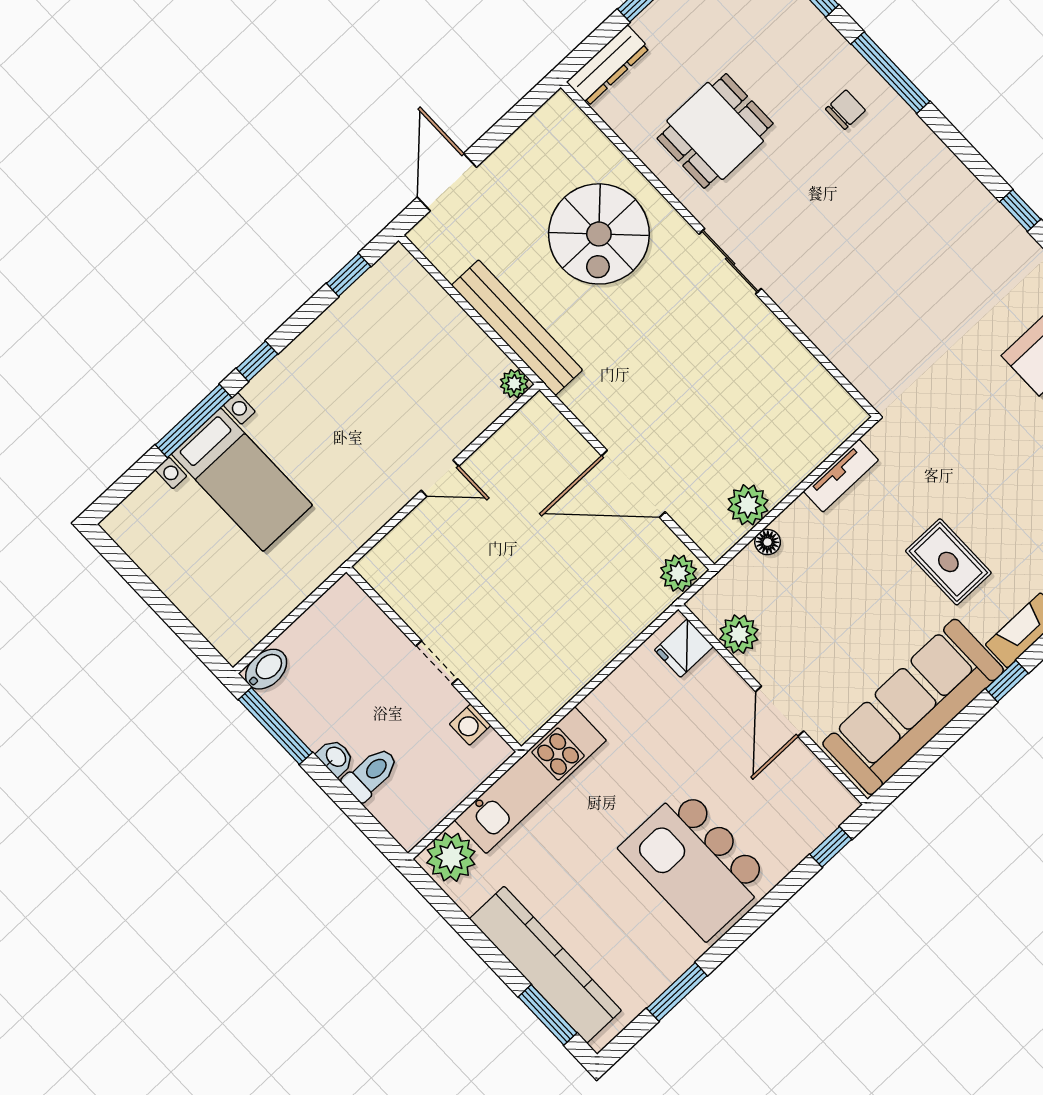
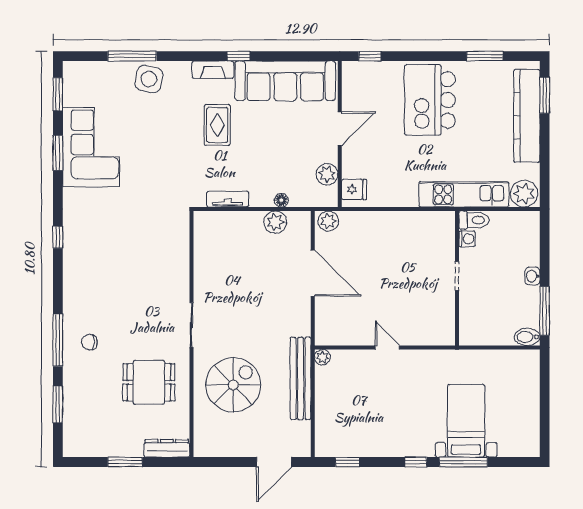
toilet: (371, 774) -> (474, 220), moved, turned 180
kitchen island: (695, 864) -> (430, 100), turned 180

